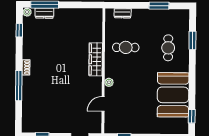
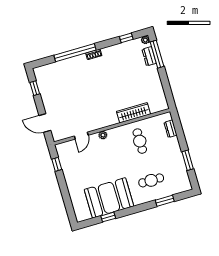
wardrobe: (96, 59) -> (133, 113), moved
window: (19, 86) -> (75, 53), width x1.46
door: (103, 104) -> (81, 136), swing flipped
window: (192, 116) -> (108, 217), moved

